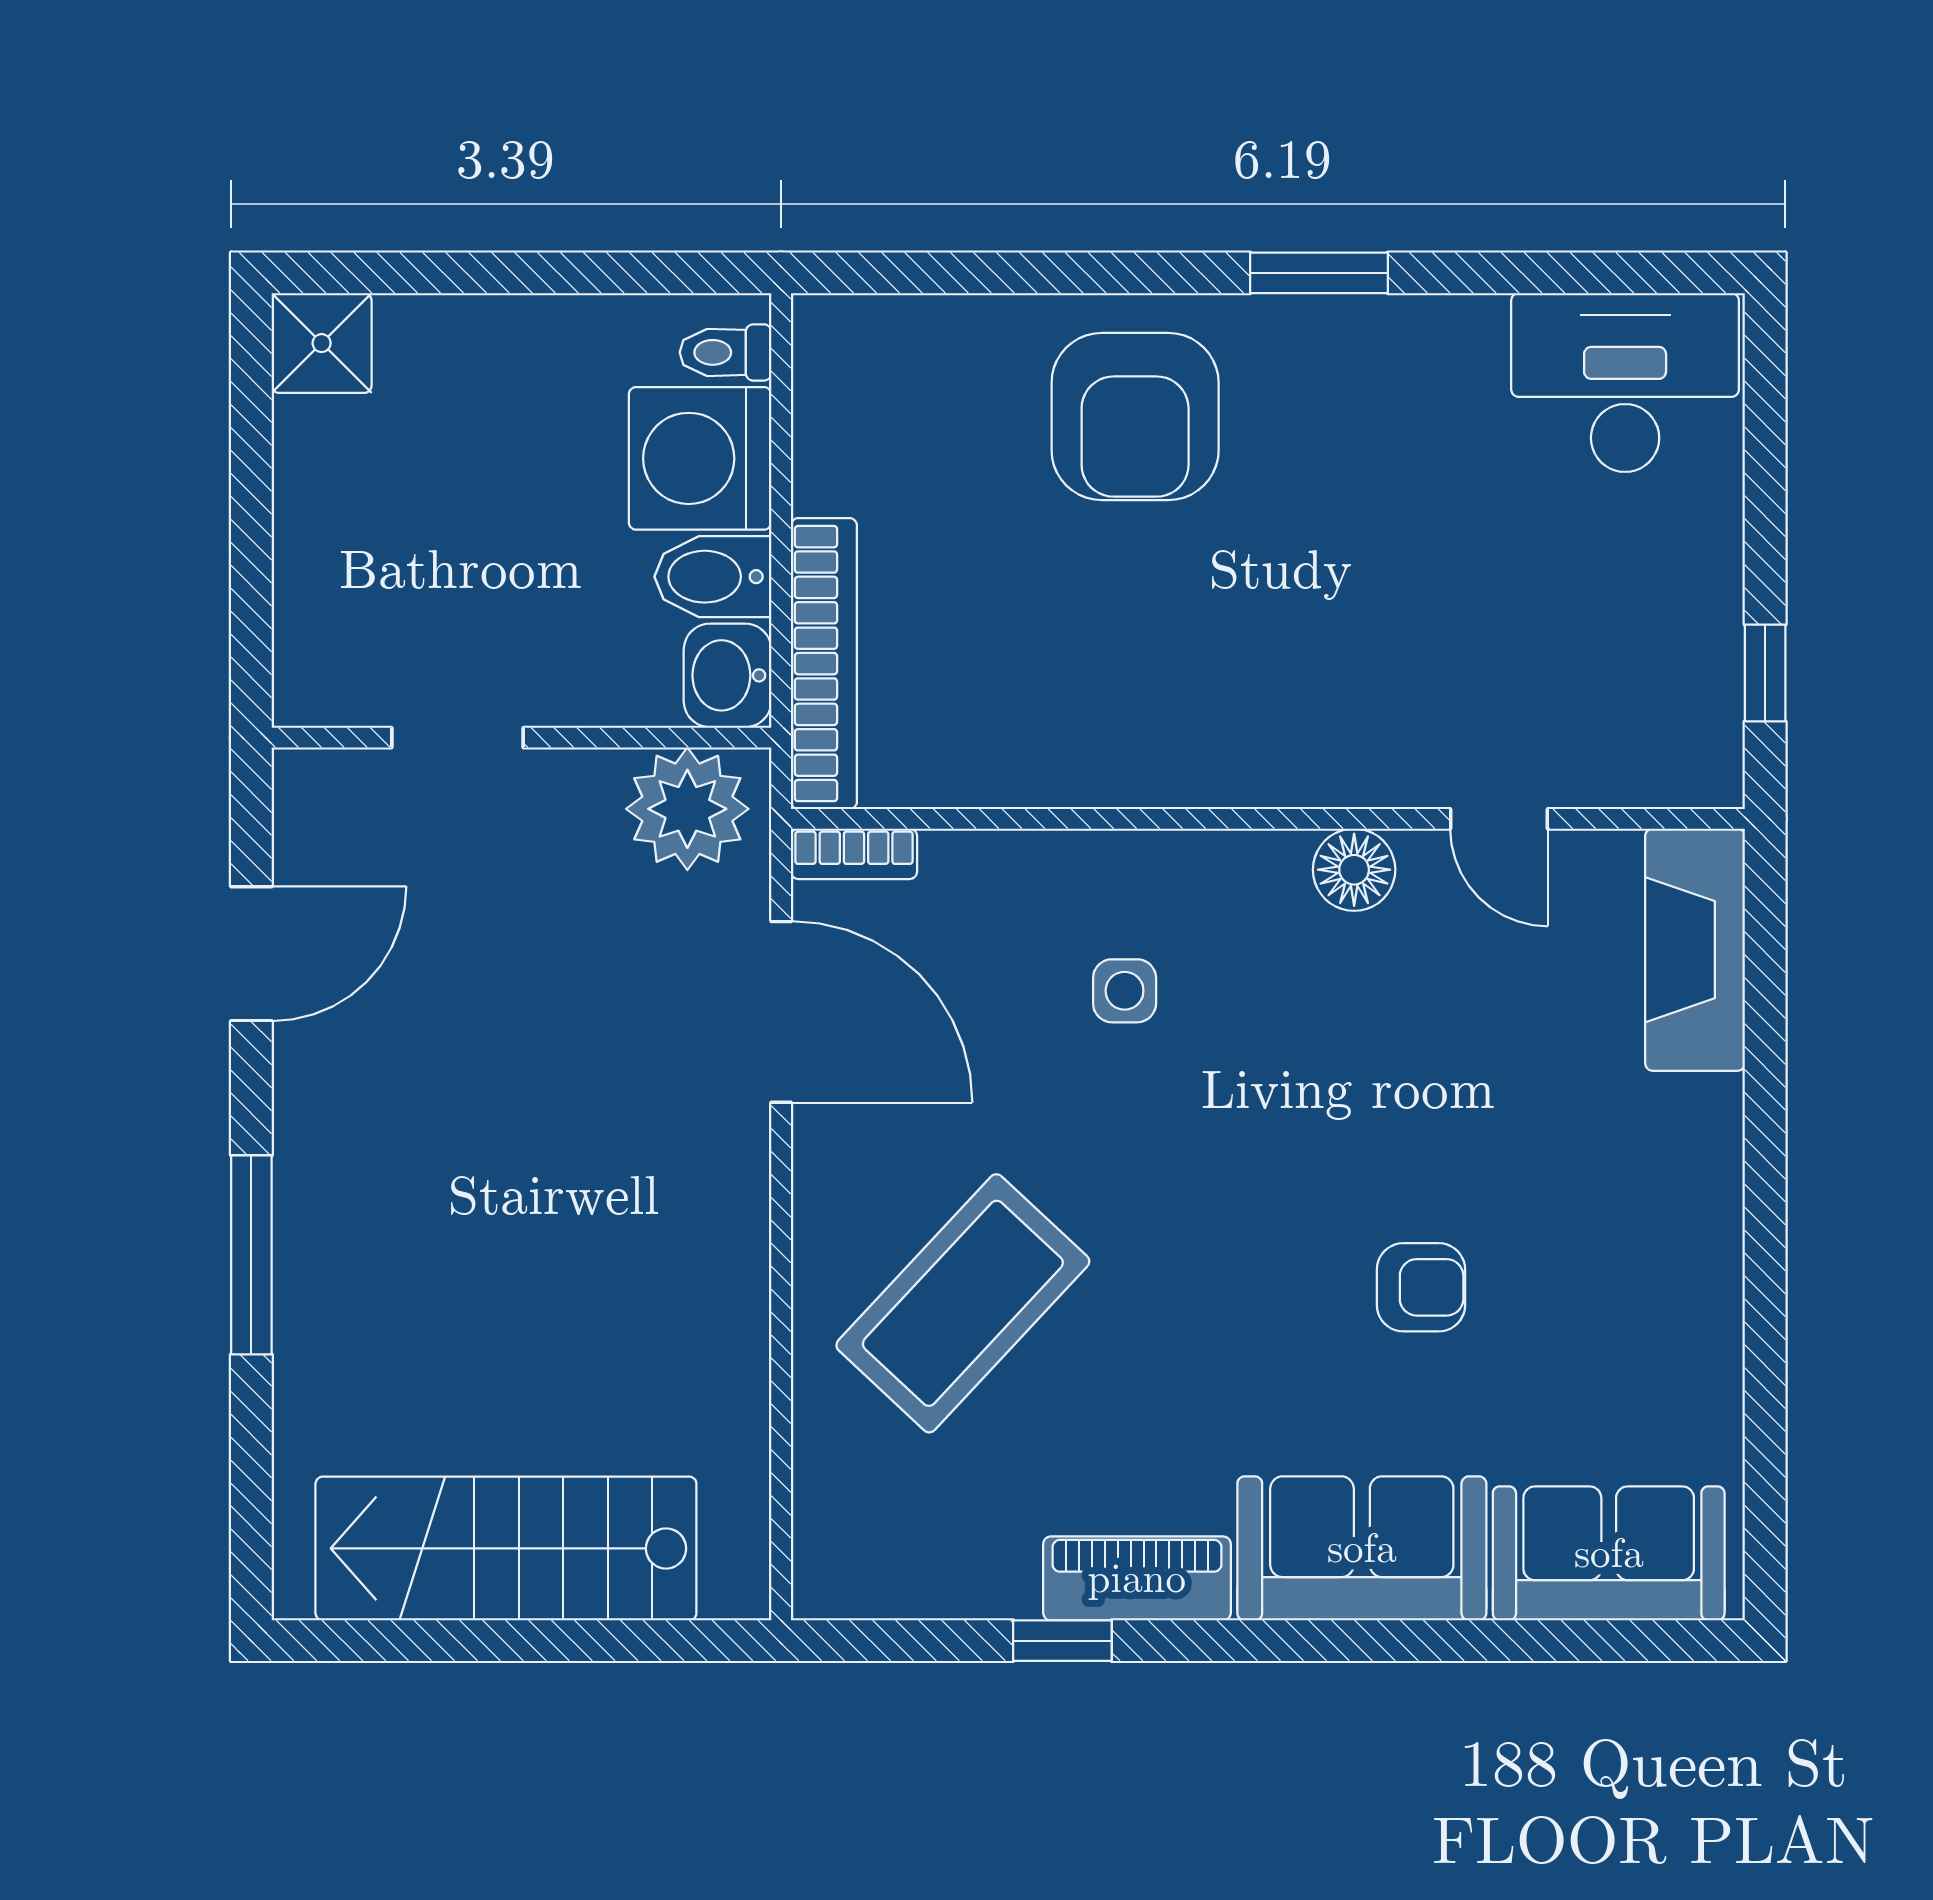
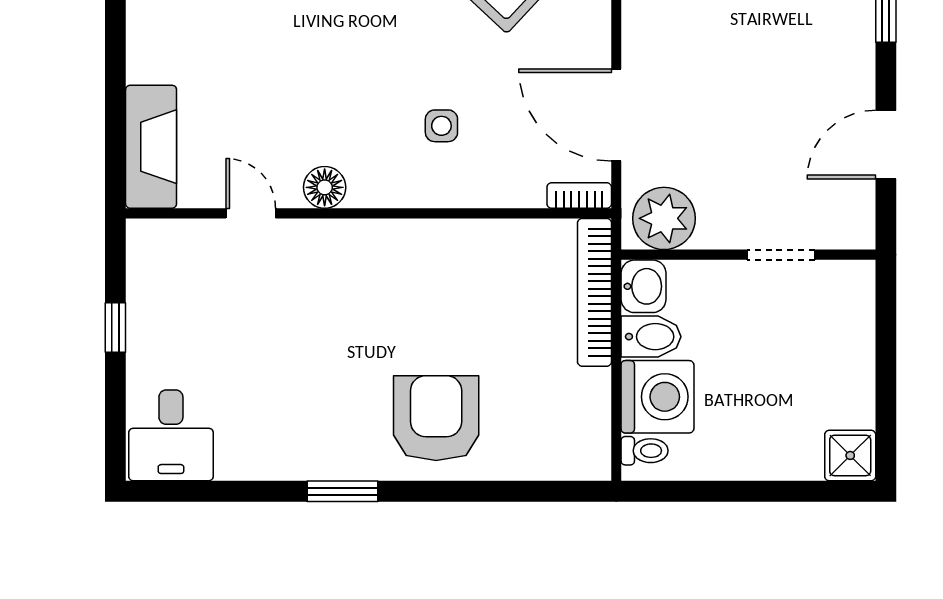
desk: (1625, 383) -> (171, 435), width x0.73
window: (1765, 673) -> (115, 327), moved

